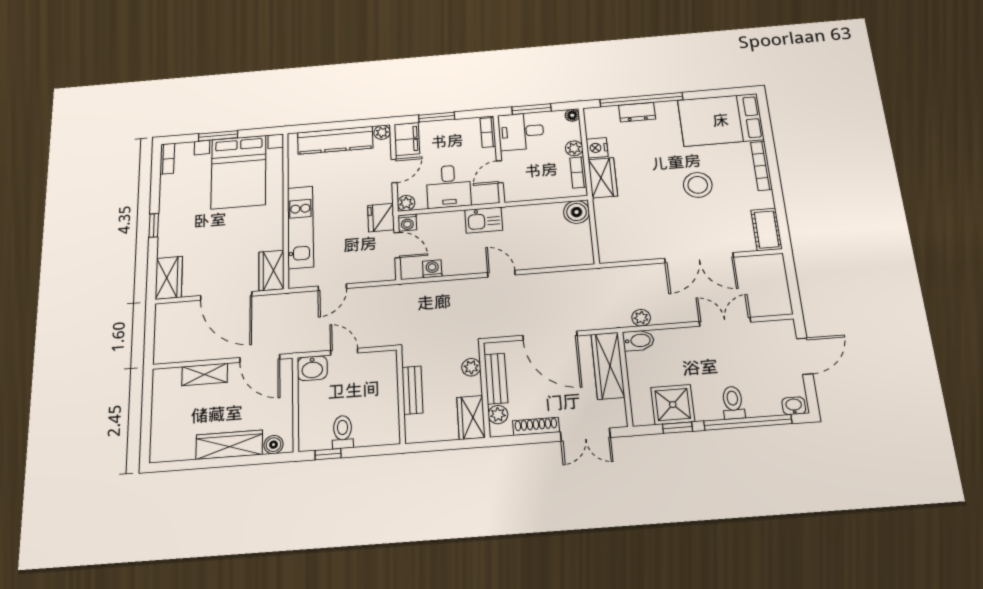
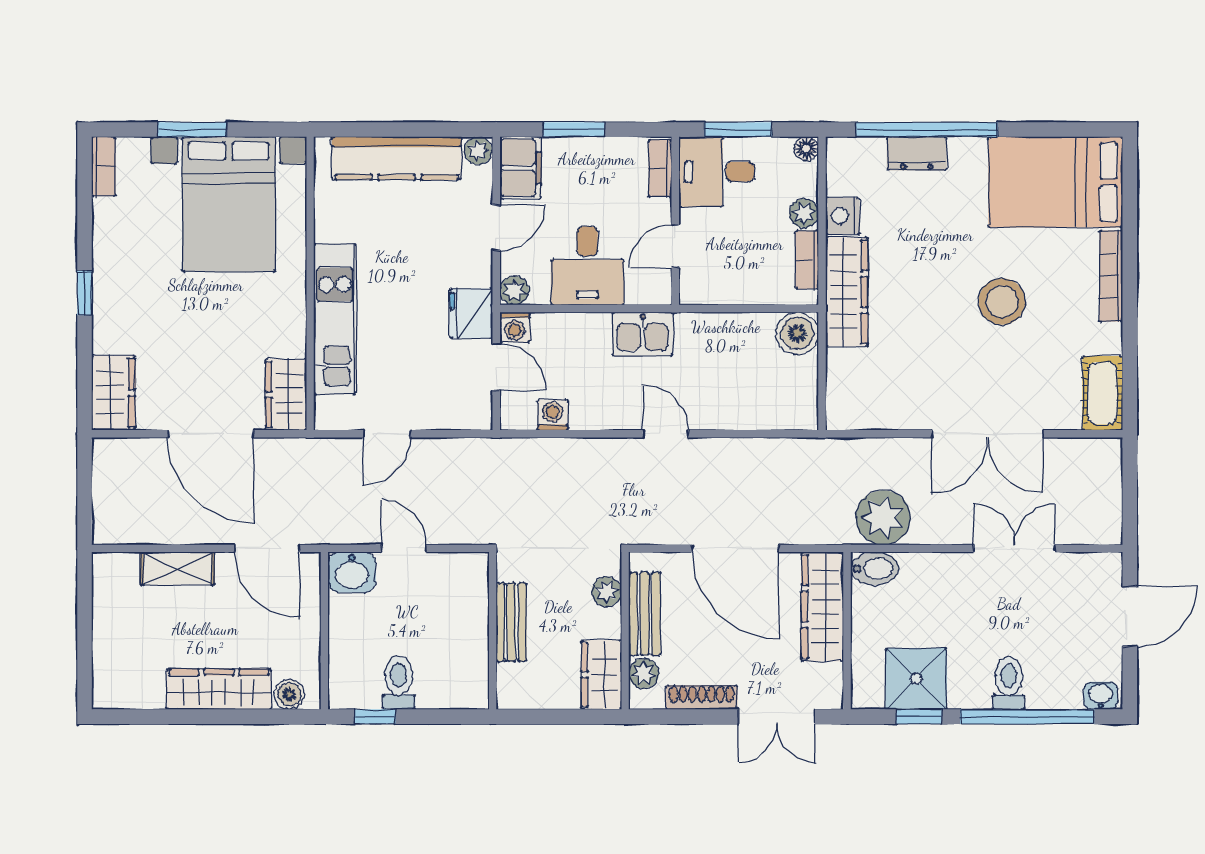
wardrobe: (603, 178) -> (847, 292), width x1.50
plant: (641, 318) -> (883, 518), width x1.88, depth x1.88

